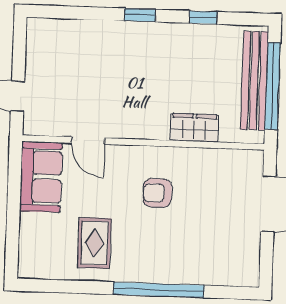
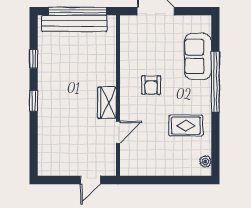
wardrobe: (194, 128) -> (107, 103), moved
sofa: (41, 177) -> (198, 57), moved, turned -90
plant: (39, 270) -> (205, 161), added

